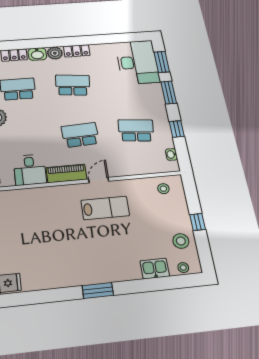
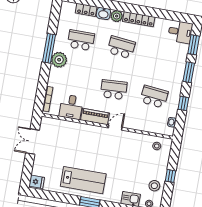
locker: (77, 51) -> (139, 19), width x1.53
desk: (137, 62) -> (180, 32), width x0.53, depth x0.77
lab bench: (105, 208) -> (83, 180), moved, width x1.36, depth x1.39

